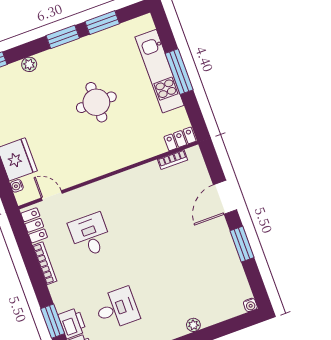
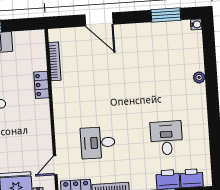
locker: (180, 139) -> (41, 85), moved
bookcase: (173, 160) -> (55, 61), width x1.56
window: (242, 244) -> (166, 15), moved

